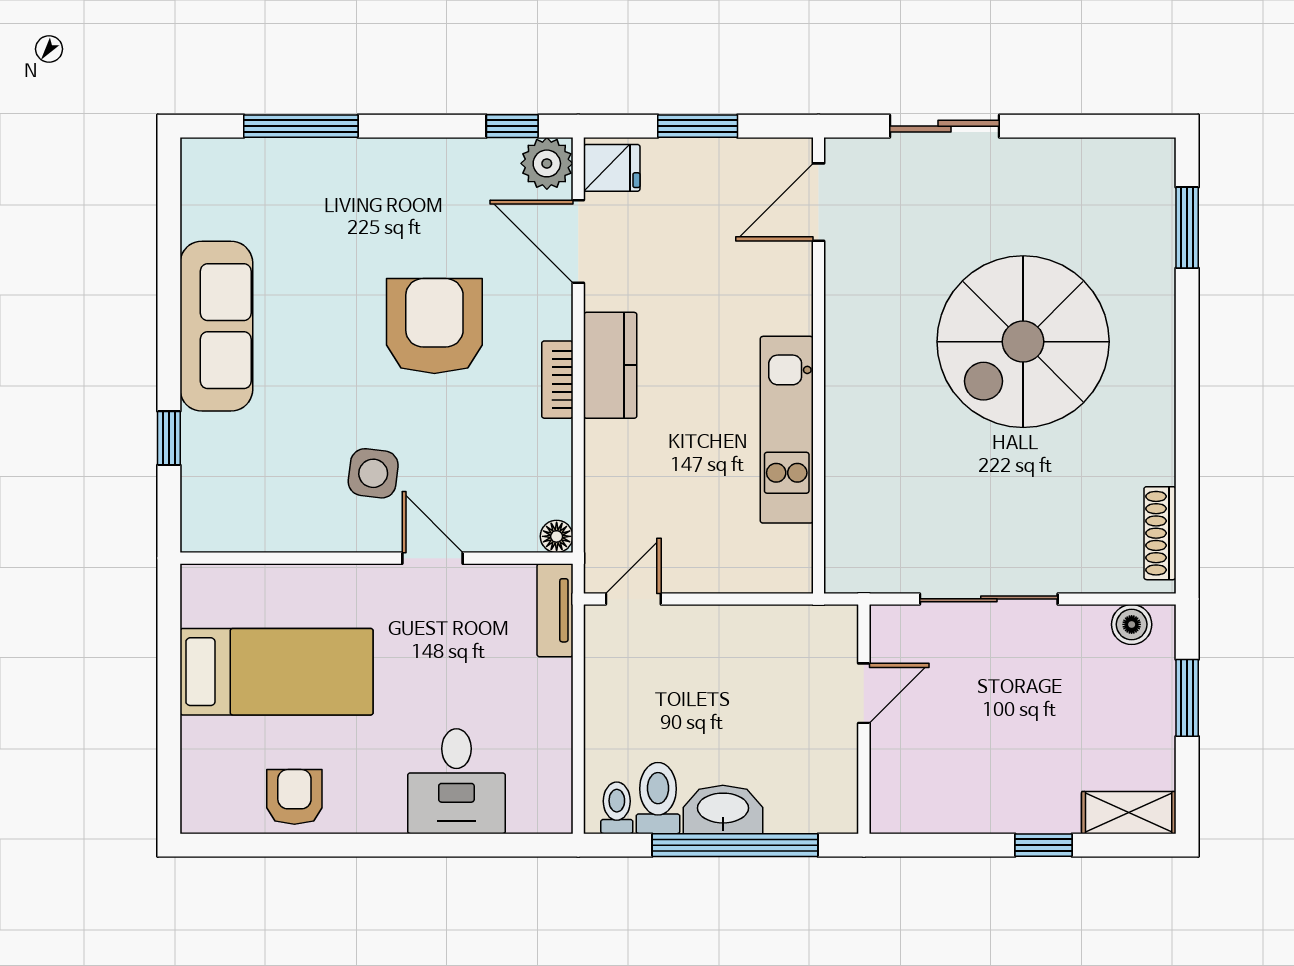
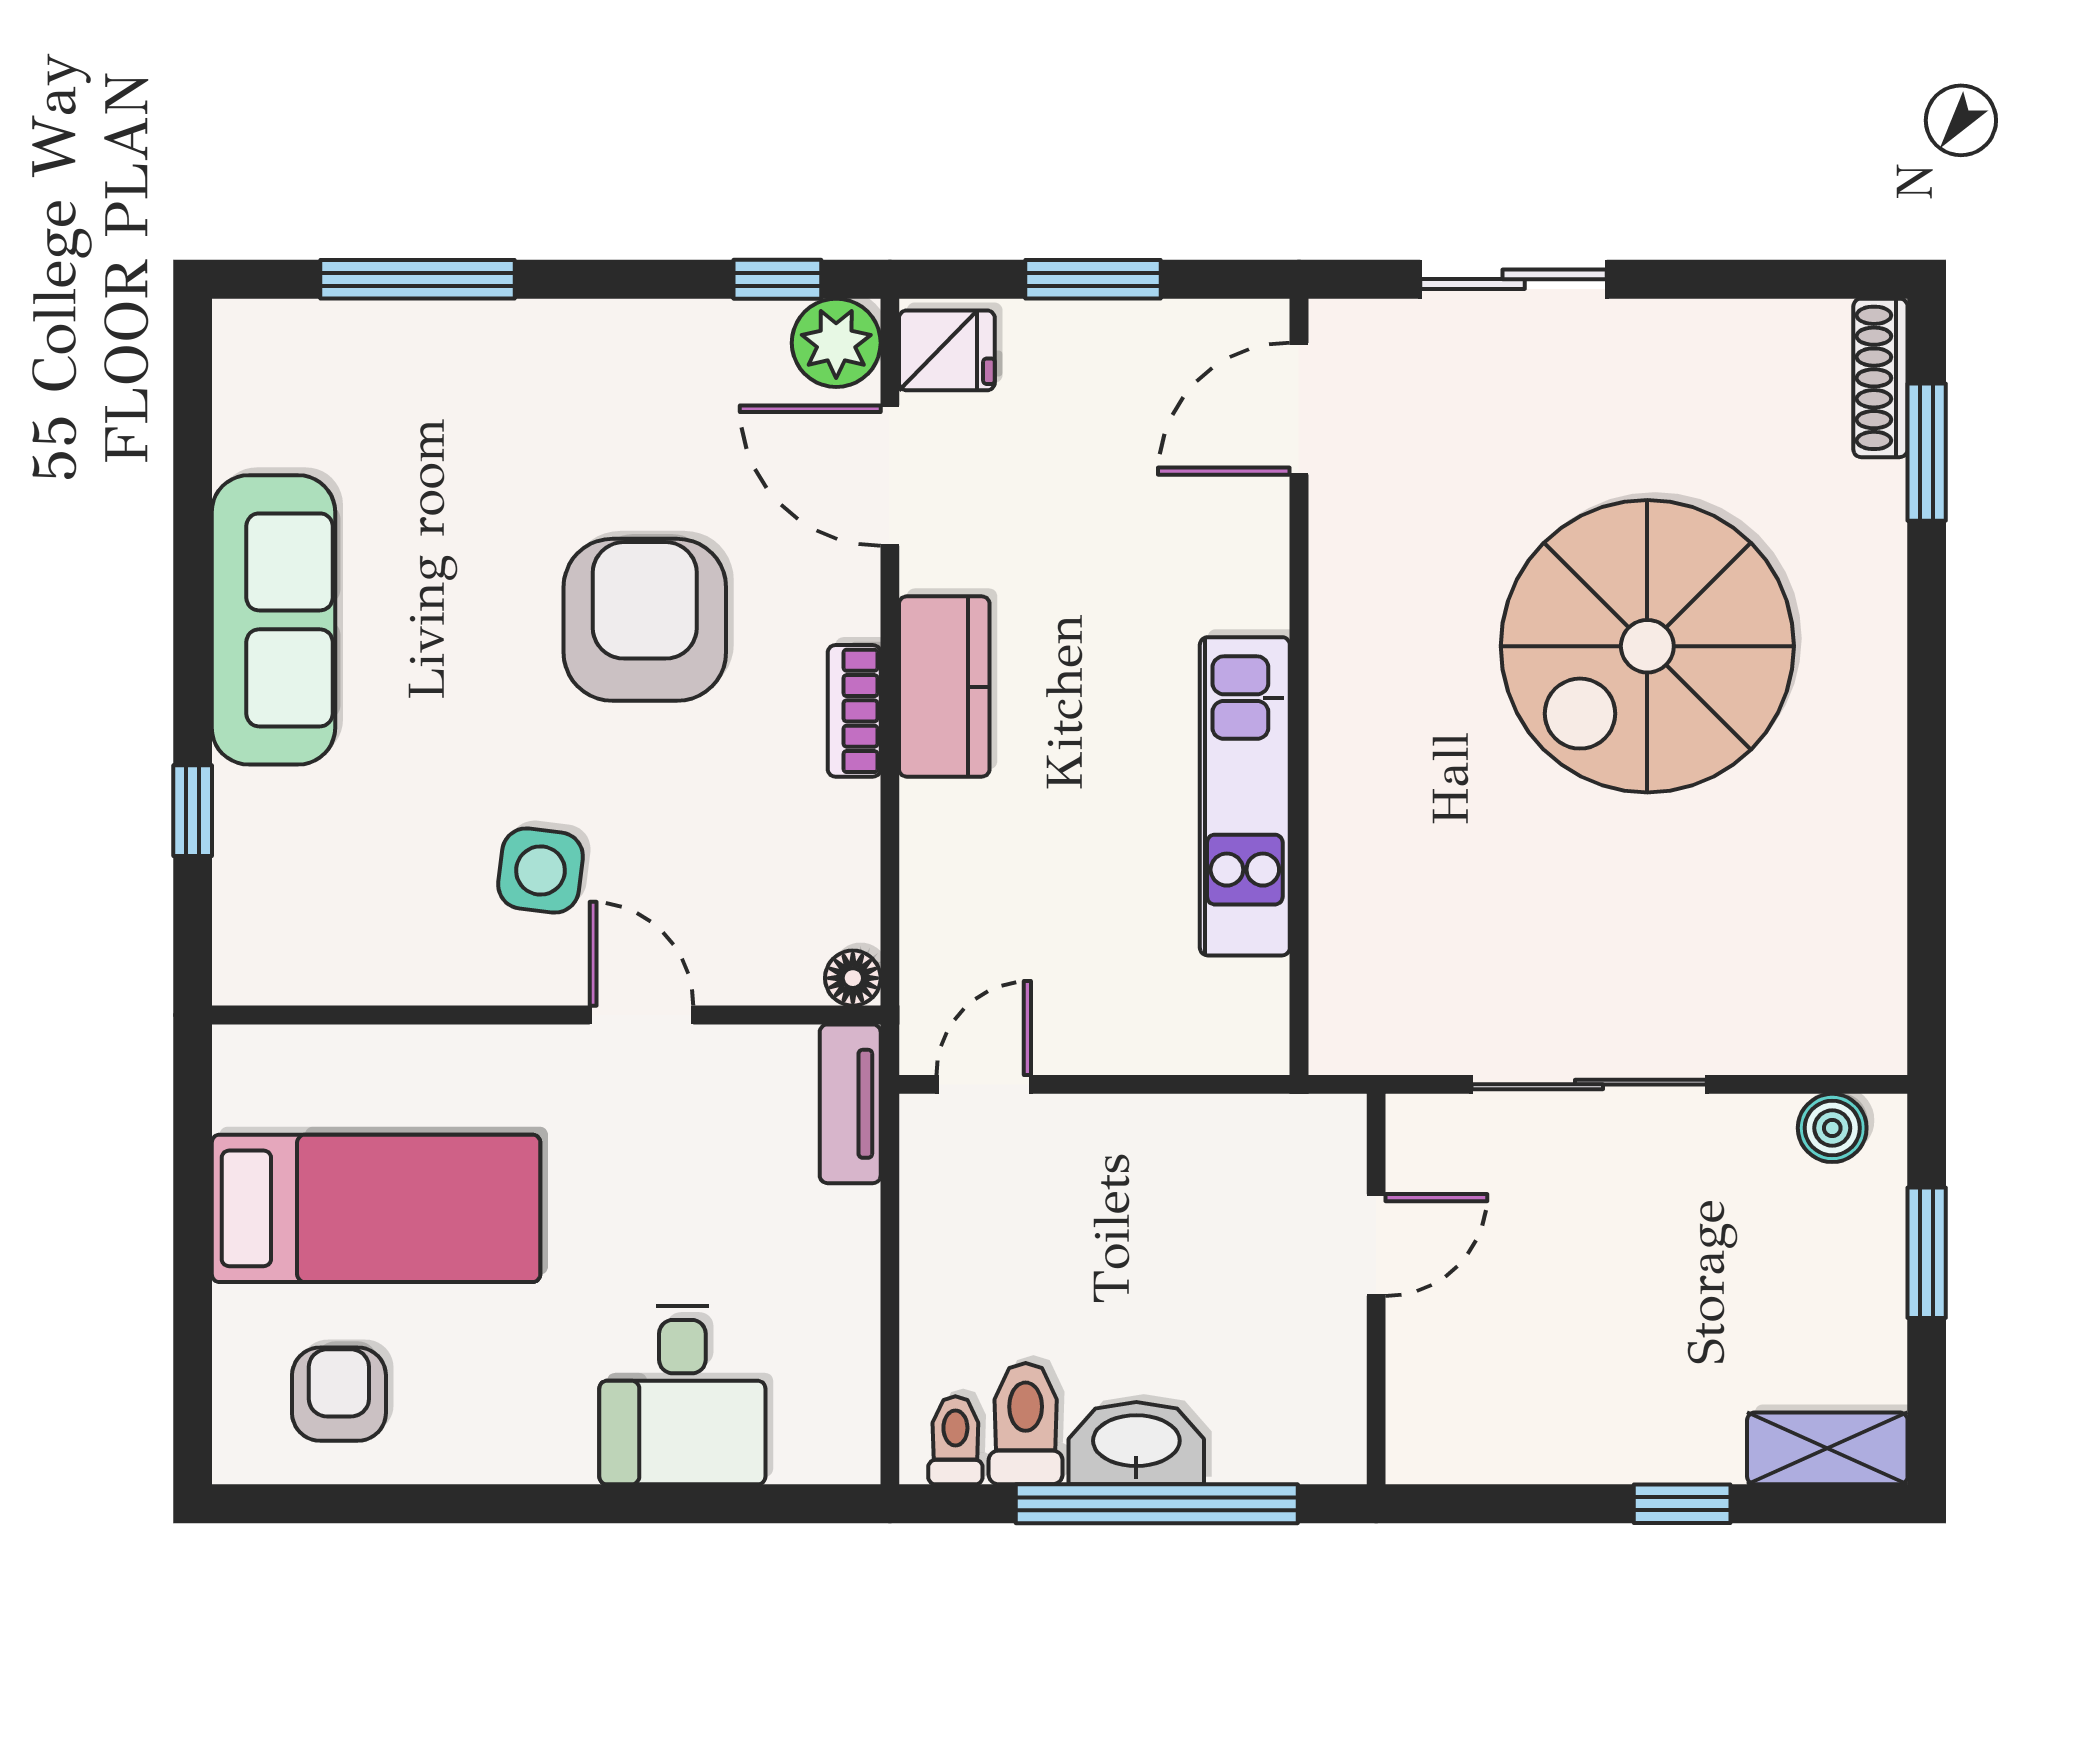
shoe rack: (1160, 533) -> (1880, 378), moved
armchair: (294, 797) -> (339, 1394), moved

